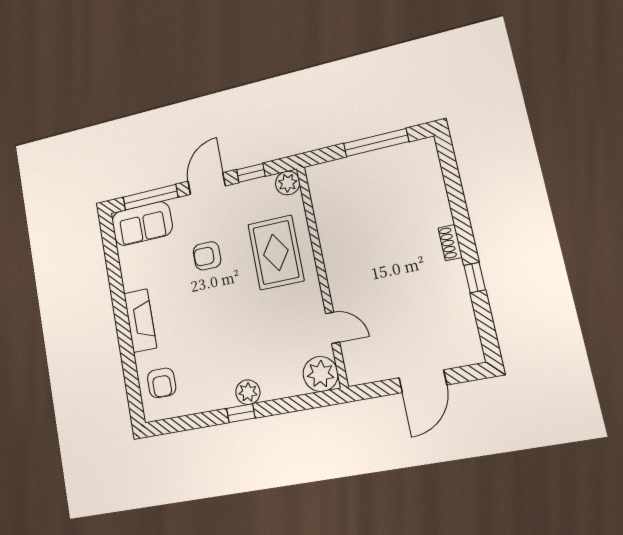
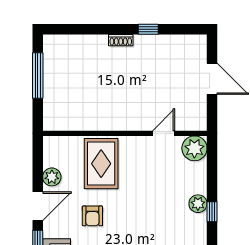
window: (251, 173) -> (38, 171), removed
plant: (288, 183) -> (52, 177), moved
door: (207, 184) -> (38, 206), swing flipped
rug: (276, 252) -> (101, 164), turned 90

